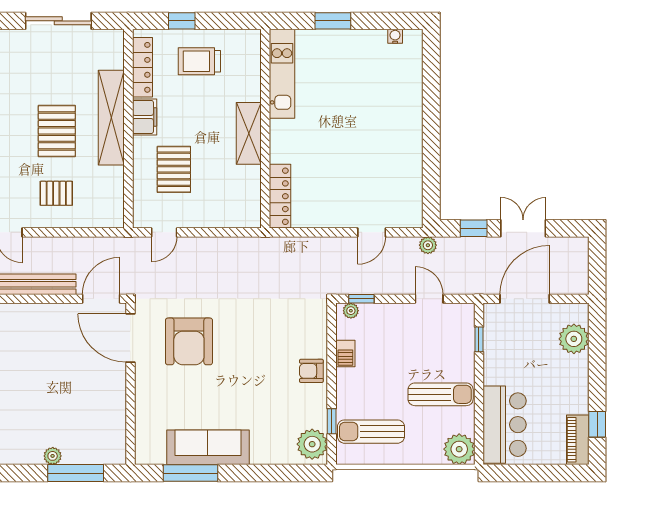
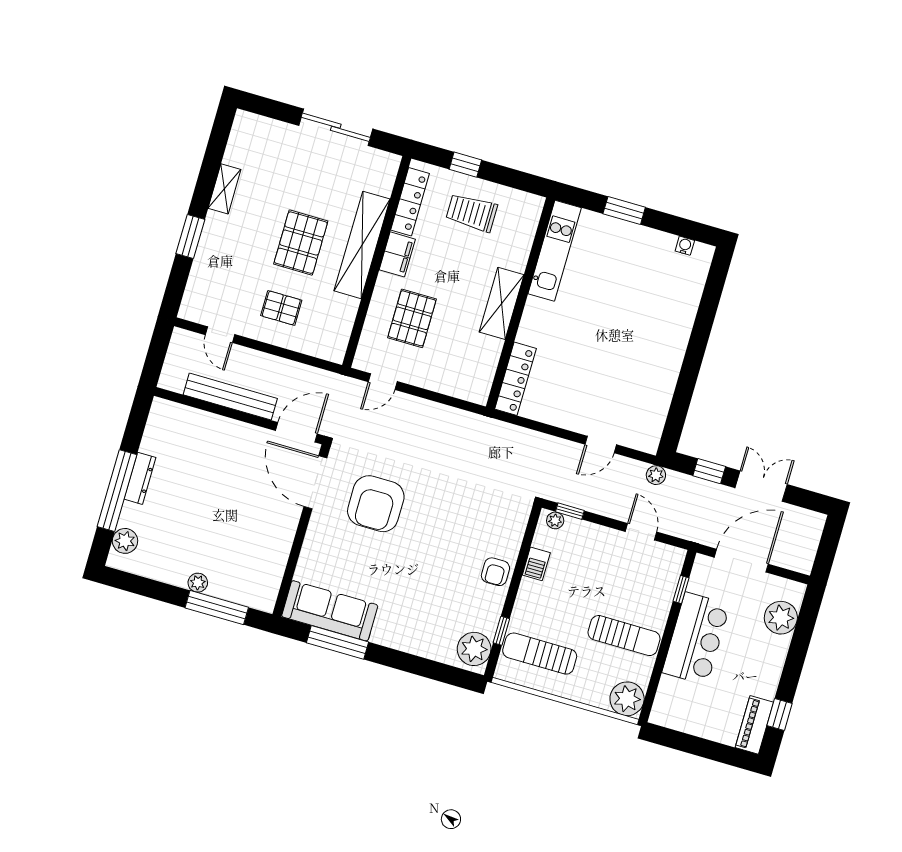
armchair: (311, 371) -> (495, 572), turned -90
bar counter: (505, 425) -> (696, 639), moved
sofa: (208, 447) -> (330, 611), moved

